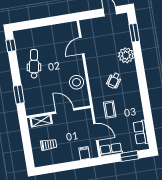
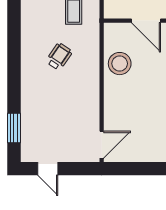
door: (82, 46) -> (102, 145), moved
plant: (126, 55) -> (33, 94), removed

